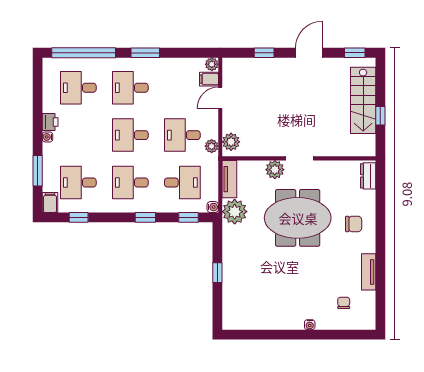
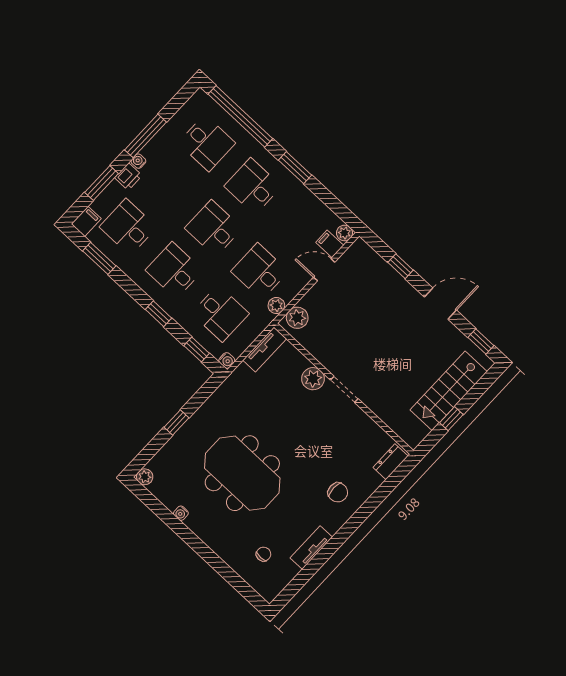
desk: (78, 88) -> (207, 143), turned 180
window: (38, 118) -> (145, 136), added
printer: (50, 122) -> (128, 177), moved
plant: (235, 212) -> (145, 477), moved, width x0.53, depth x0.53
window: (79, 217) -> (99, 258), width x1.50
meeting table: (298, 218) -> (242, 473), moved
water cooler: (310, 325) -> (181, 513), moved

